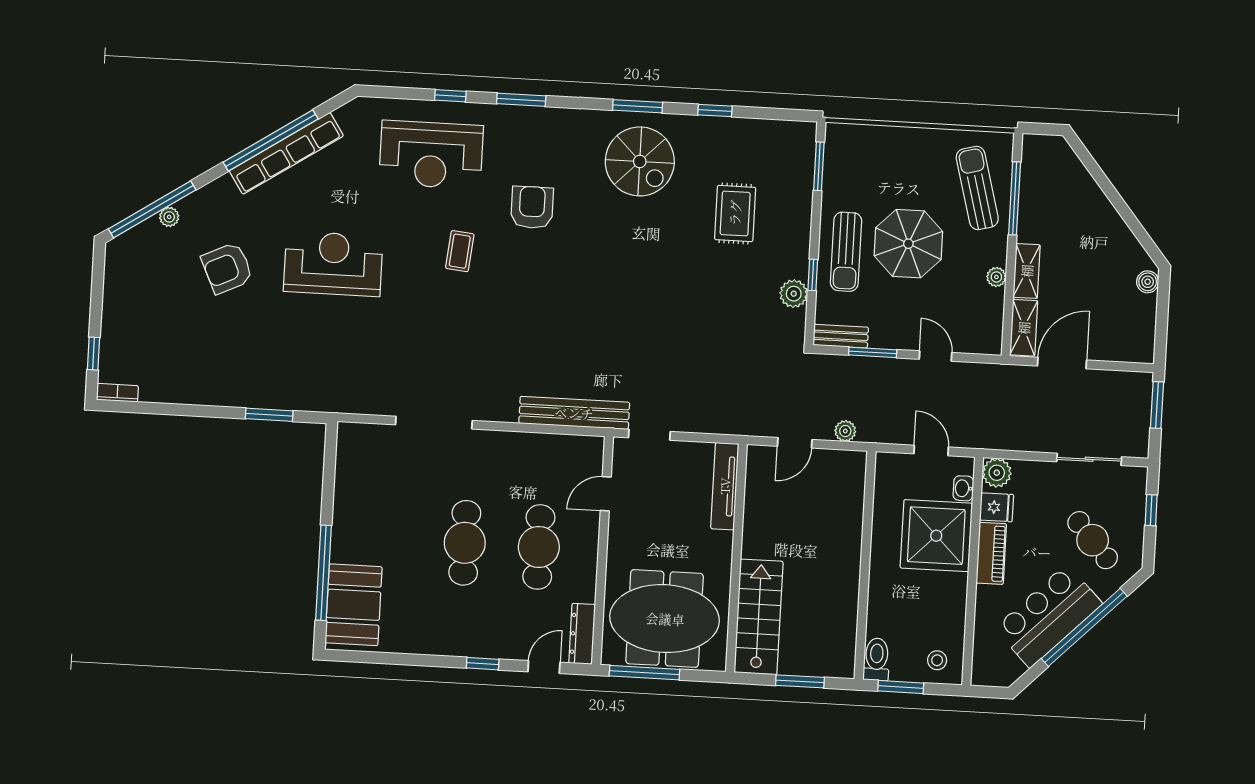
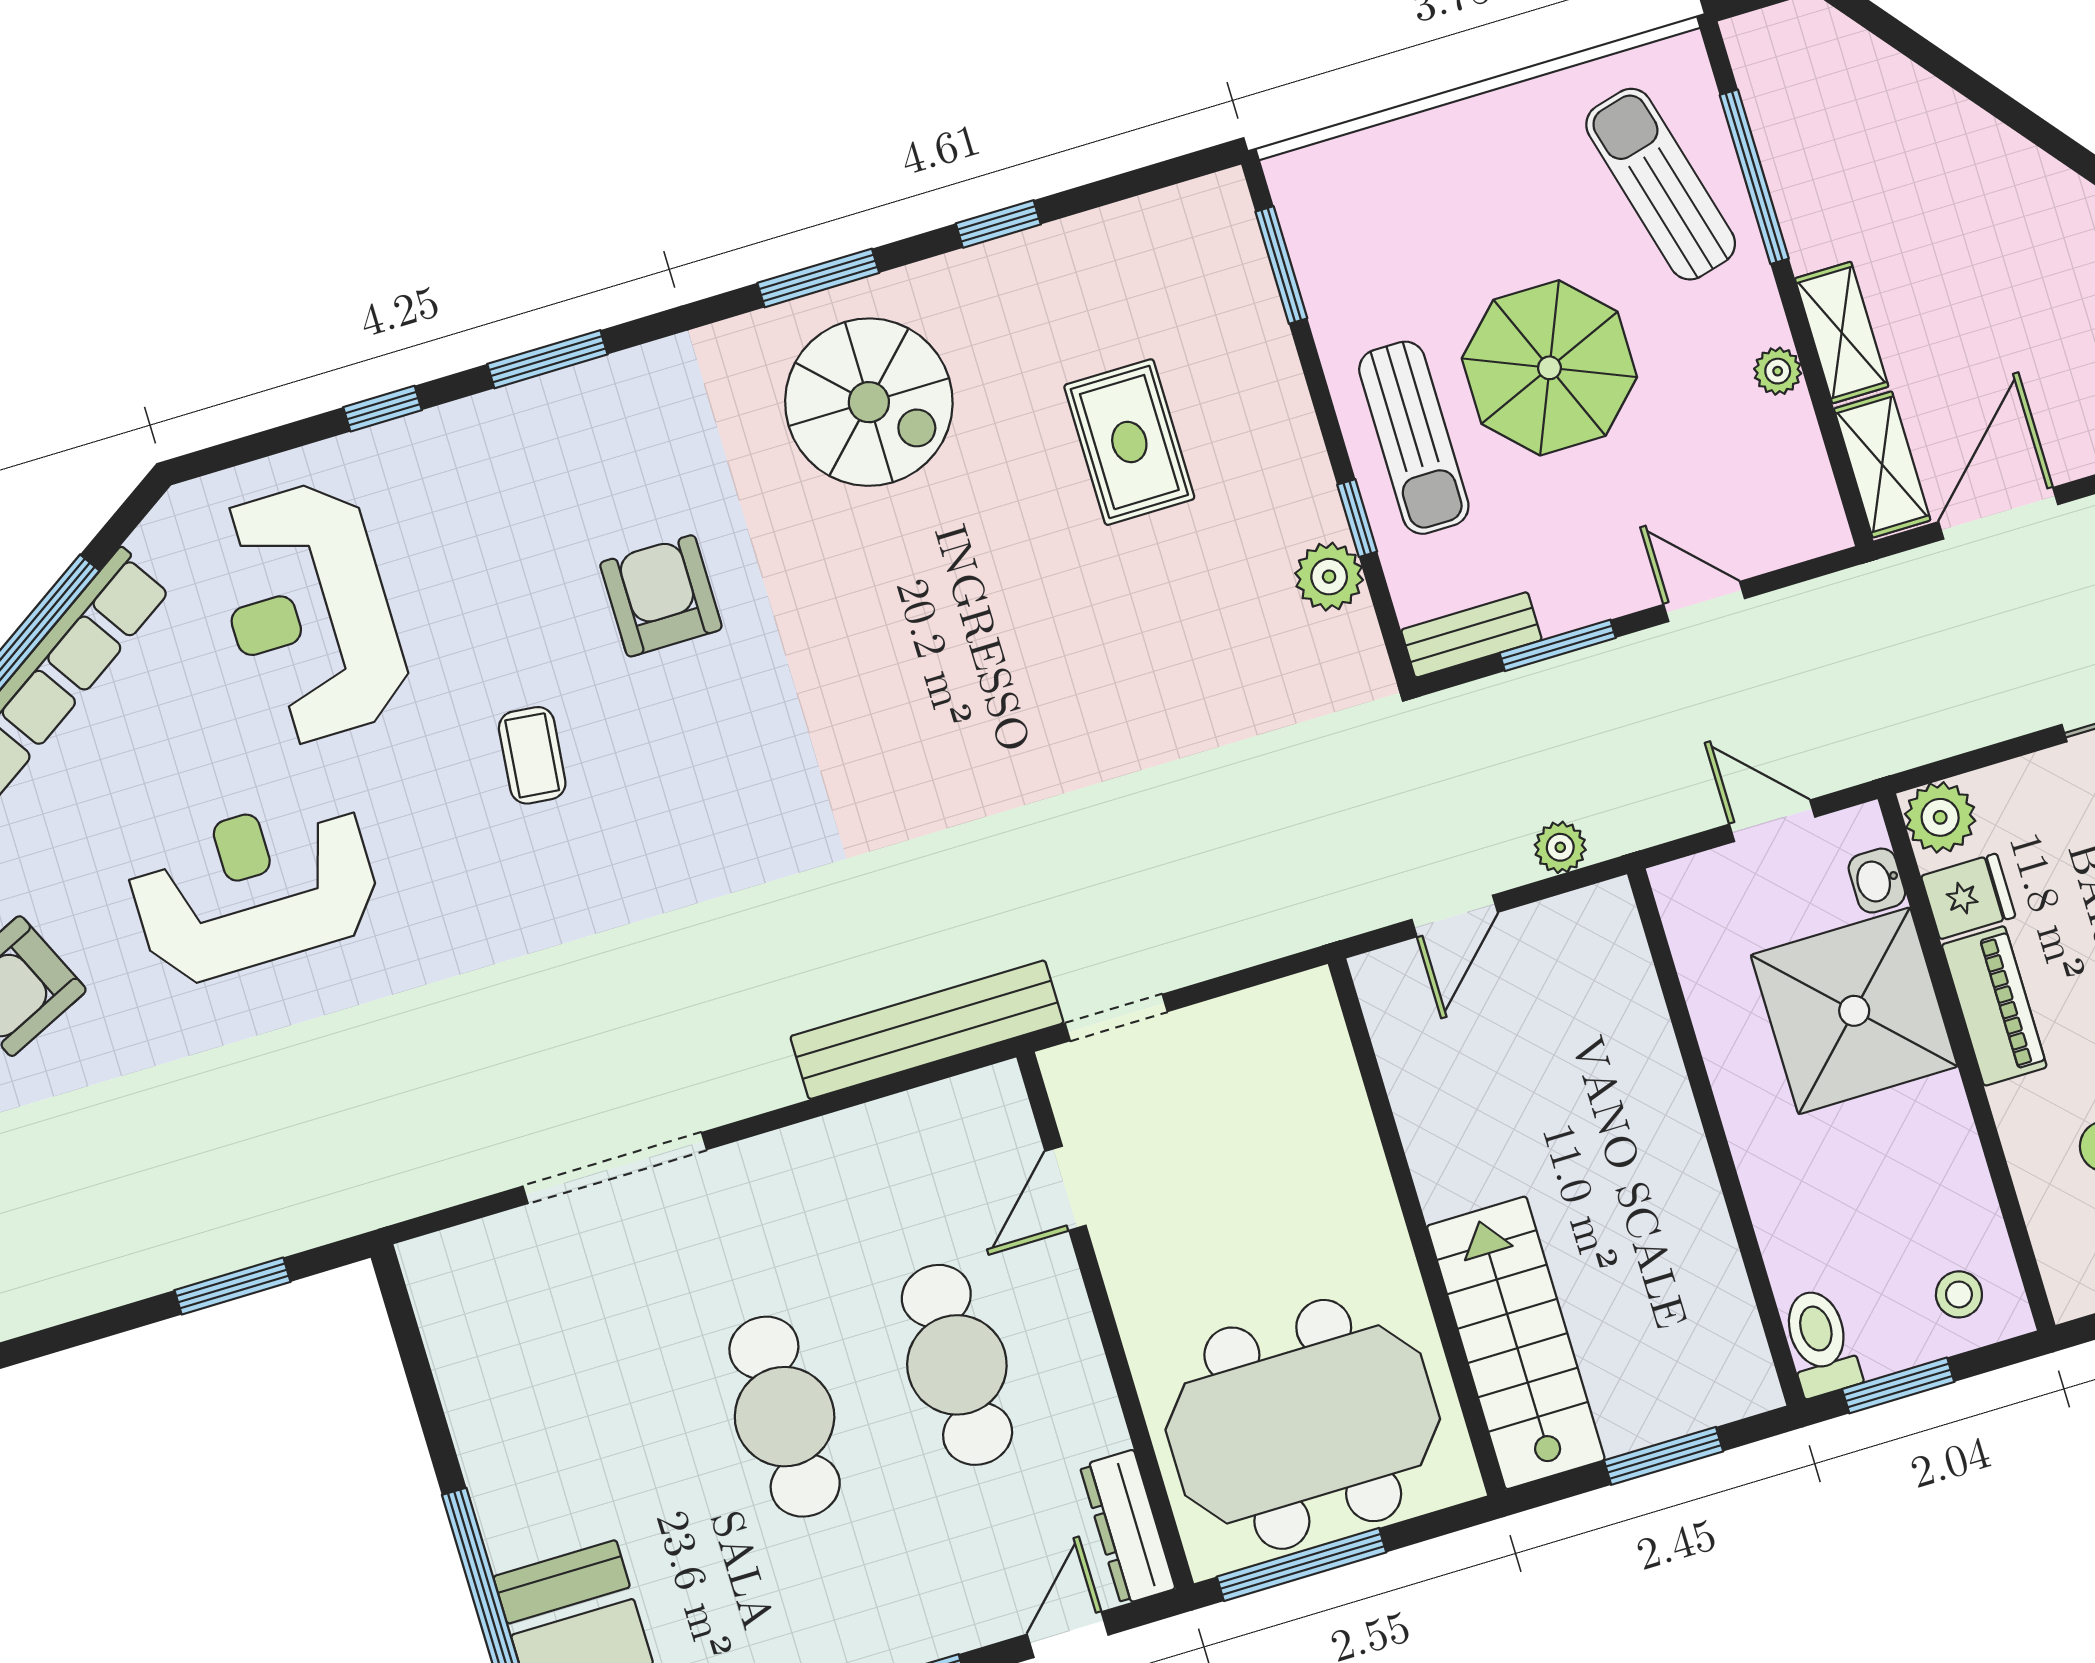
reception desk: (431, 155) -> (309, 613), moved, turned 90
tv unit: (725, 486) -> (1331, 1073), removed

